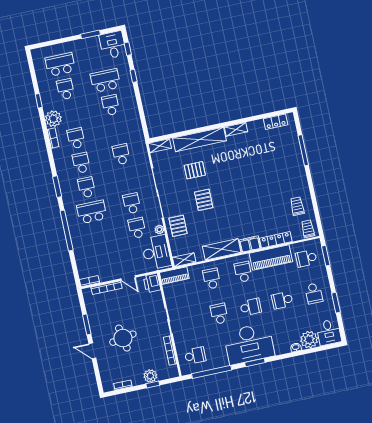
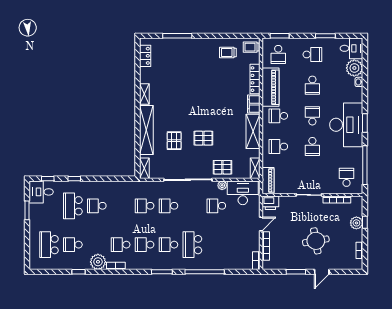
school desk: (132, 203) -> (168, 206), moved
school desk: (219, 314) -> (312, 147), turned -90

